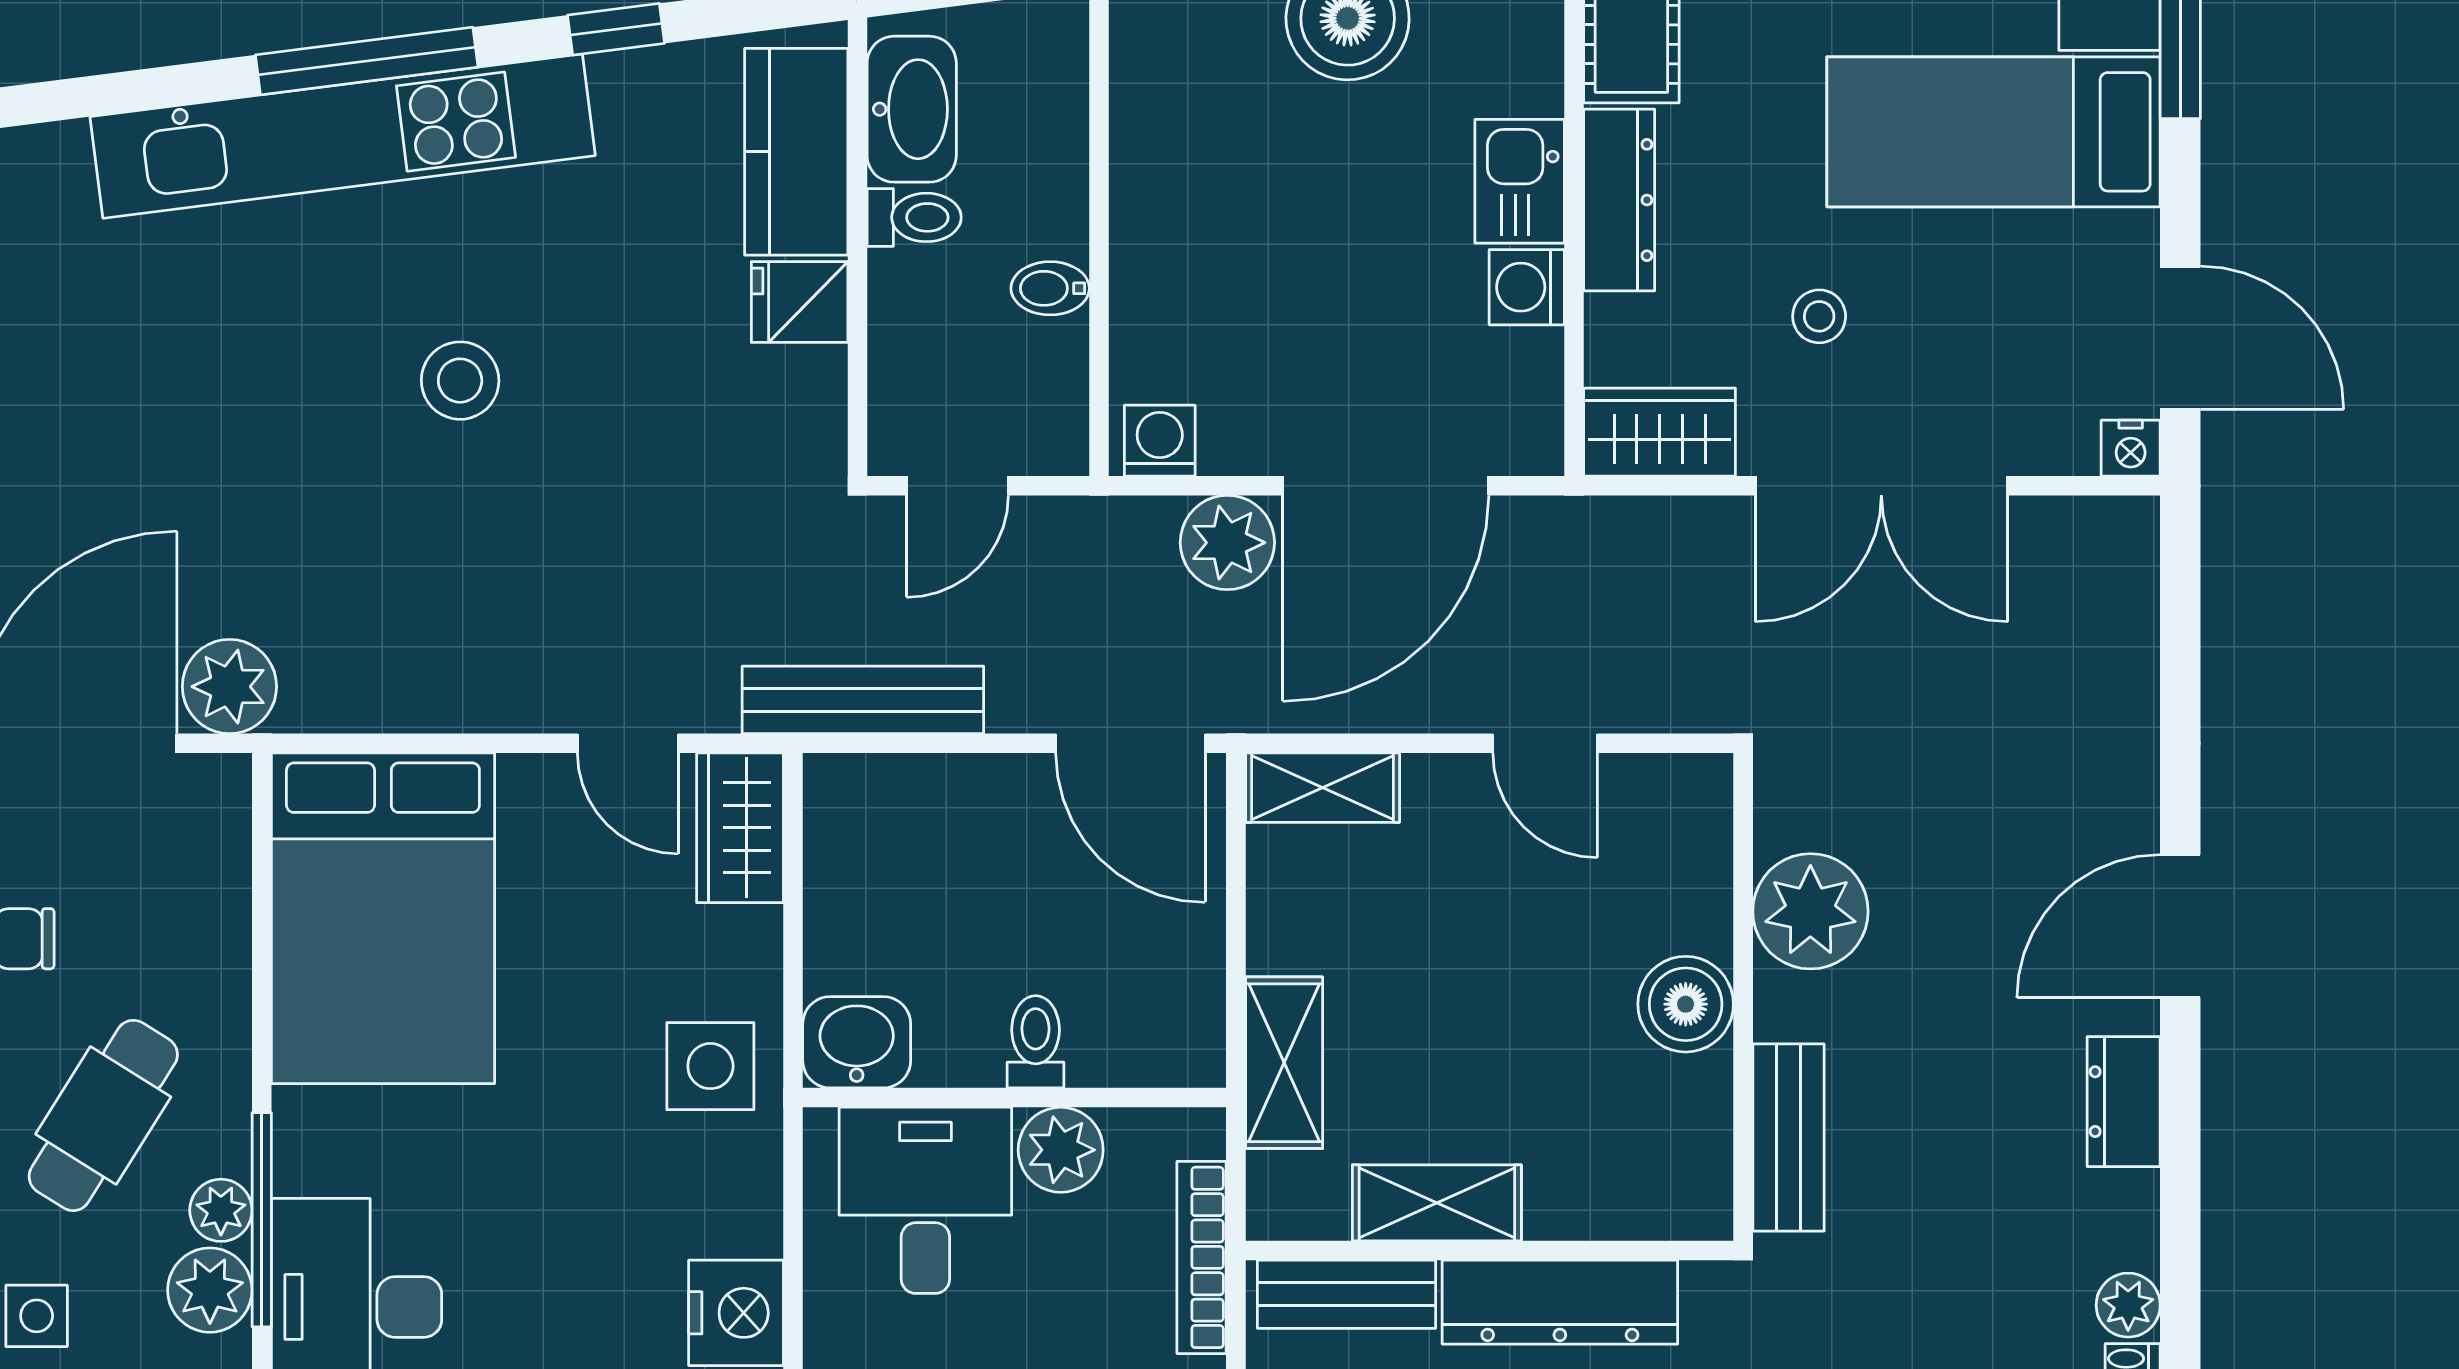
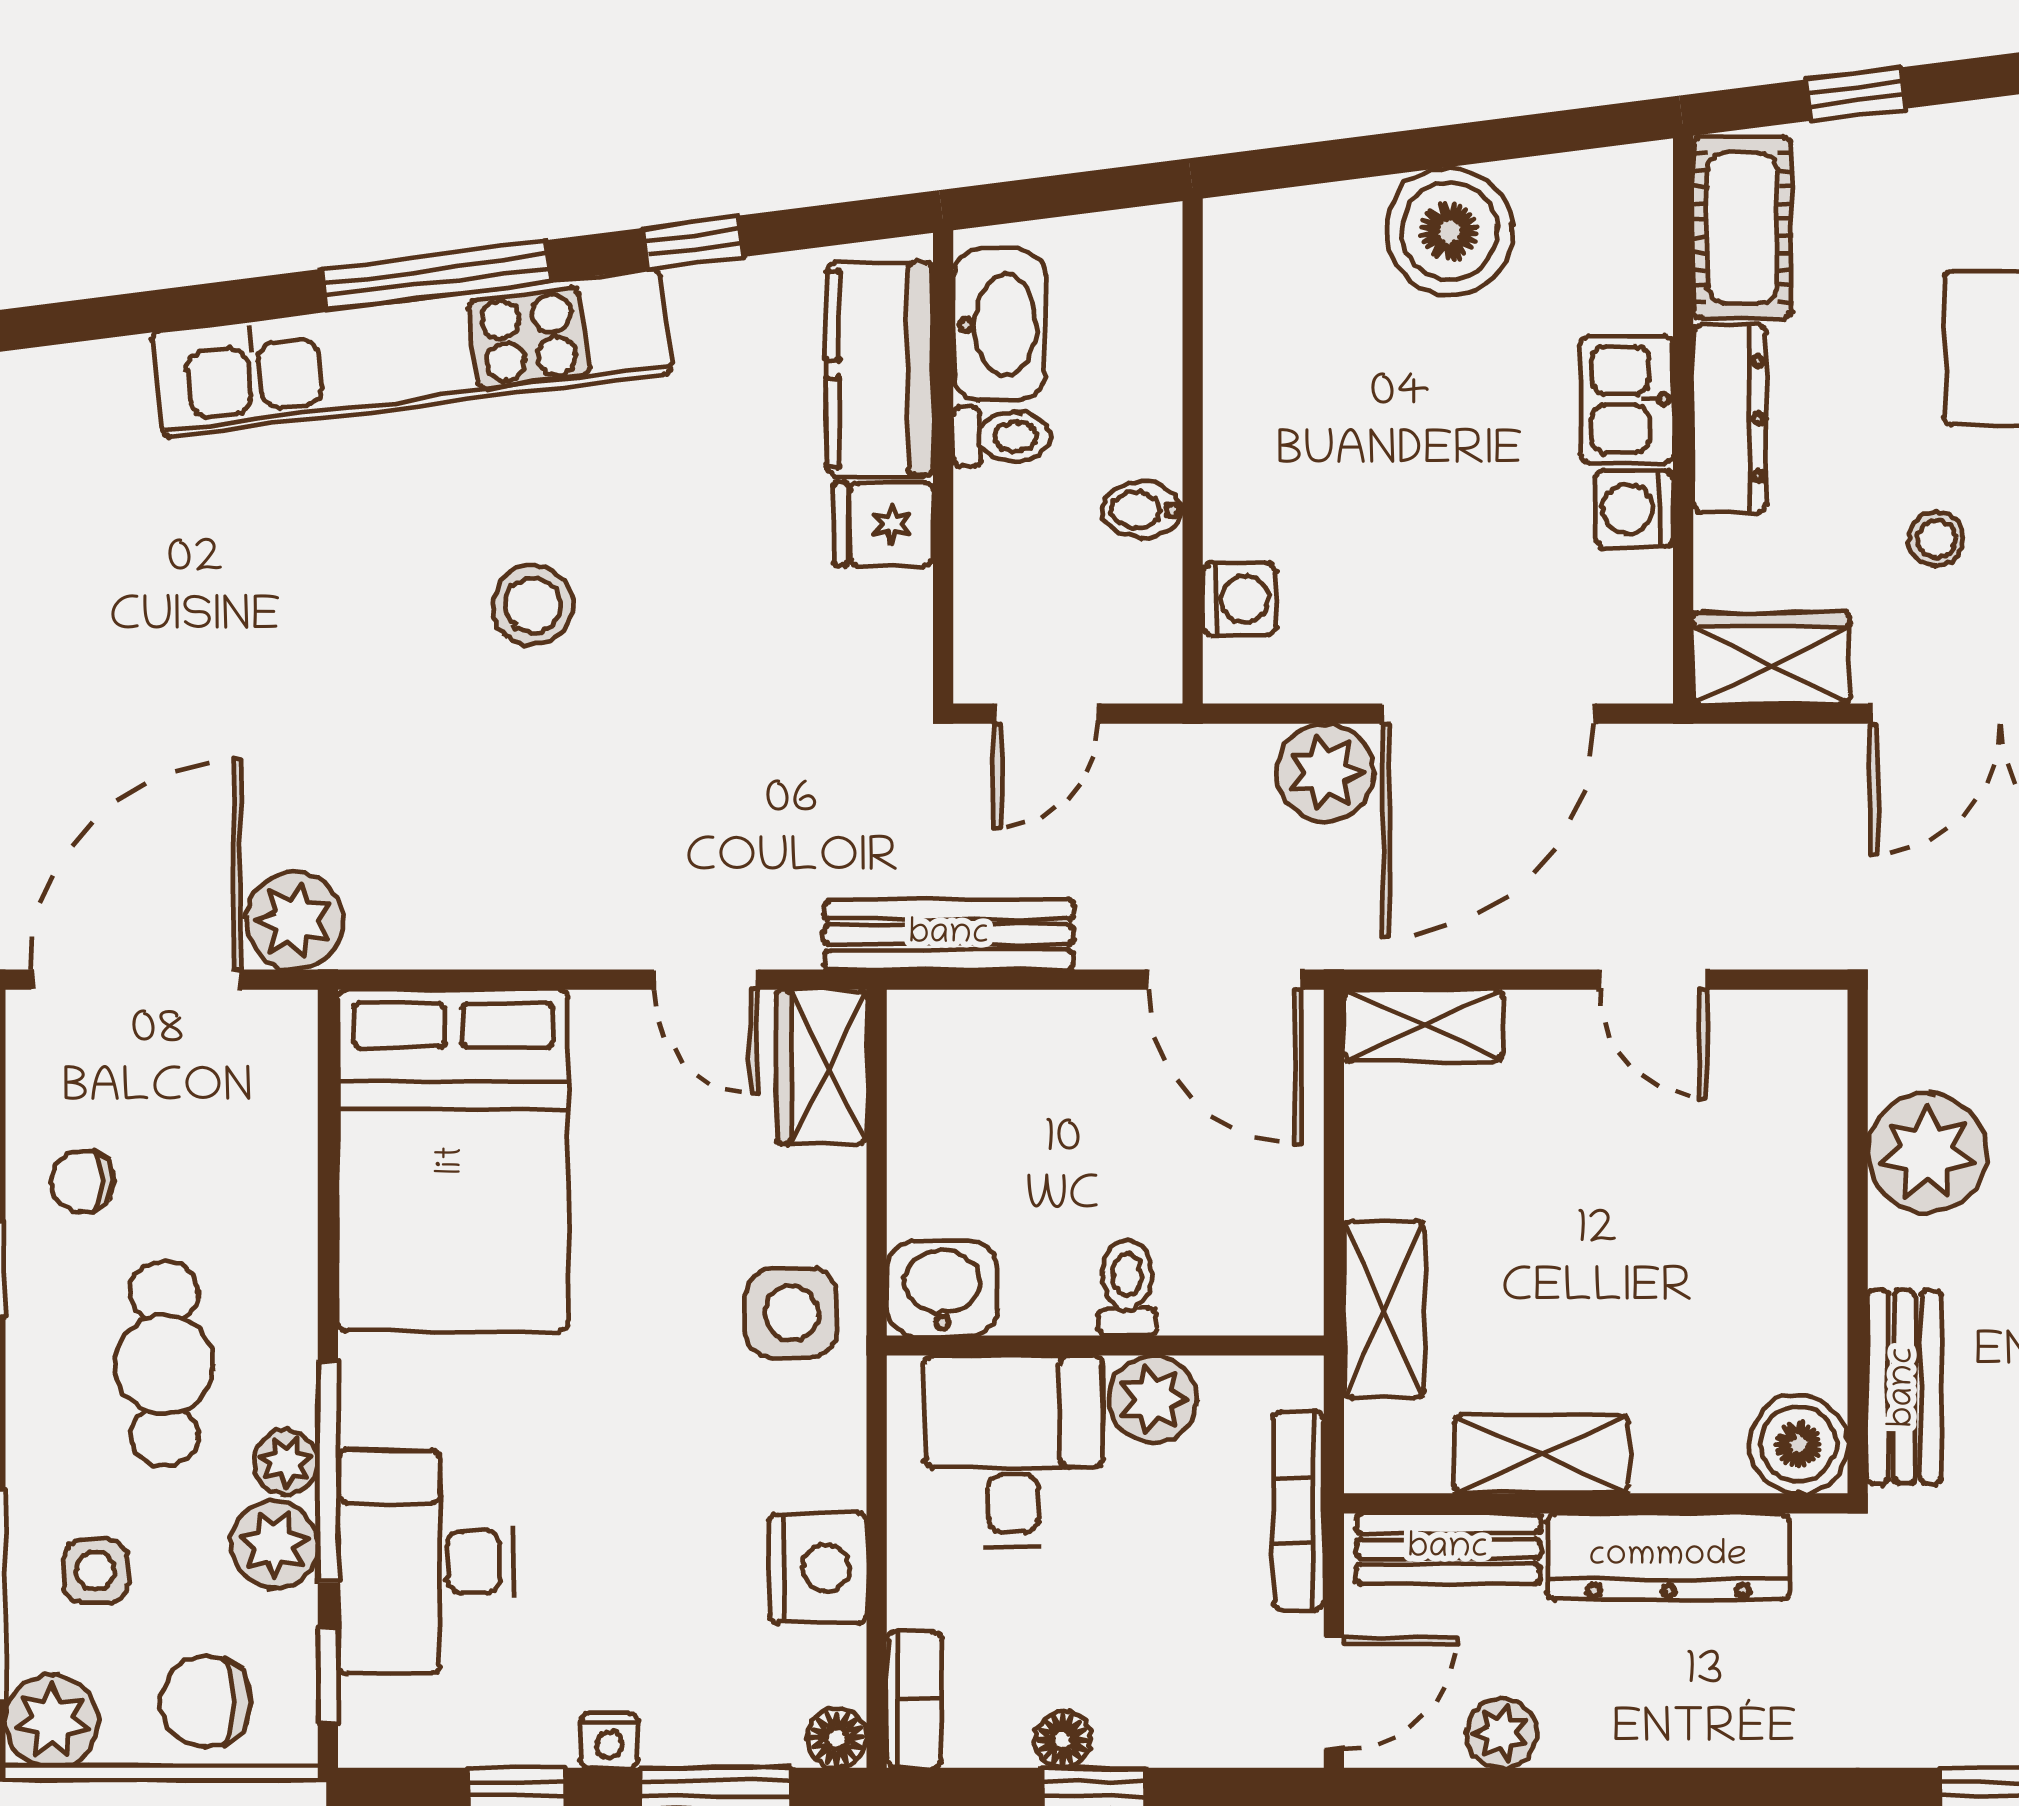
washing machine: (1160, 441) -> (1239, 599), moved, turned 90
boiler: (1686, 1004) -> (1798, 1444), moved
cafe table: (103, 1115) -> (164, 1364), turned -32

